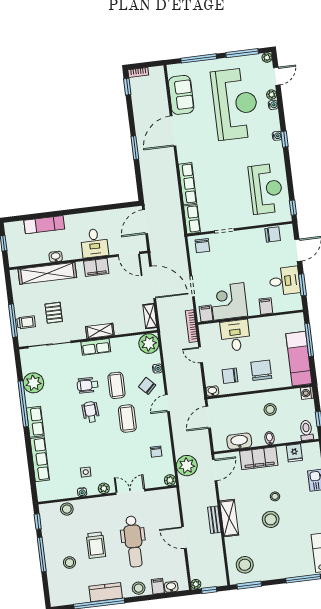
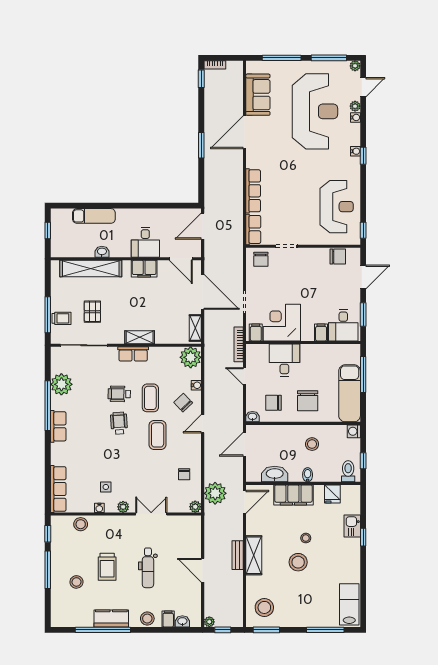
desk: (285, 281) -> (343, 325), moved, turned 90
chair: (261, 370) -> (308, 401), turned 180
row of seats: (40, 459) -> (58, 489), moved
dental chair: (133, 541) -> (148, 568), width x0.73, depth x0.72

